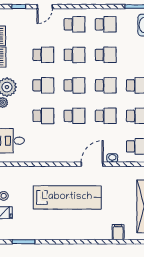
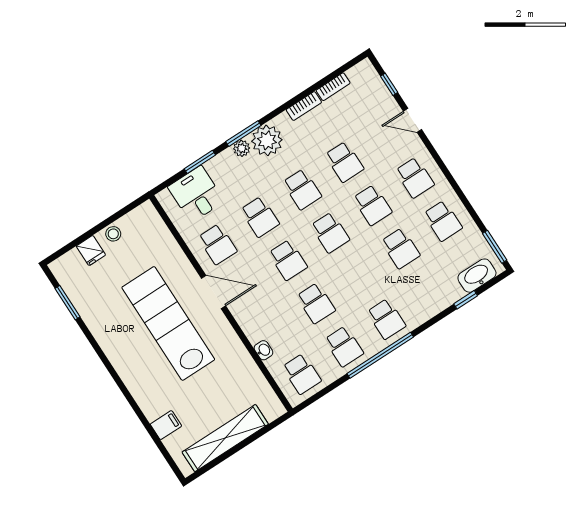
school desk: (106, 85) -> (218, 244), moved
door: (92, 164) -> (214, 292), moved
lab bench: (67, 197) -> (168, 323), turned 180

